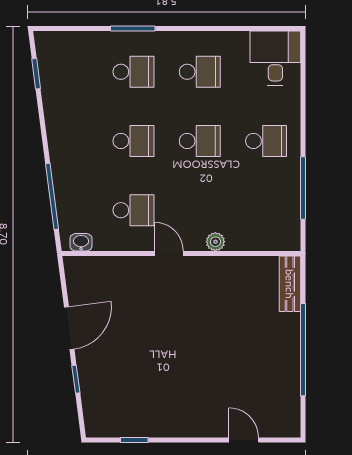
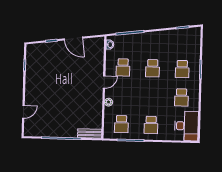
desk: (275, 58) -> (186, 126), width x1.37
school desk: (200, 141) -> (121, 124), moved

